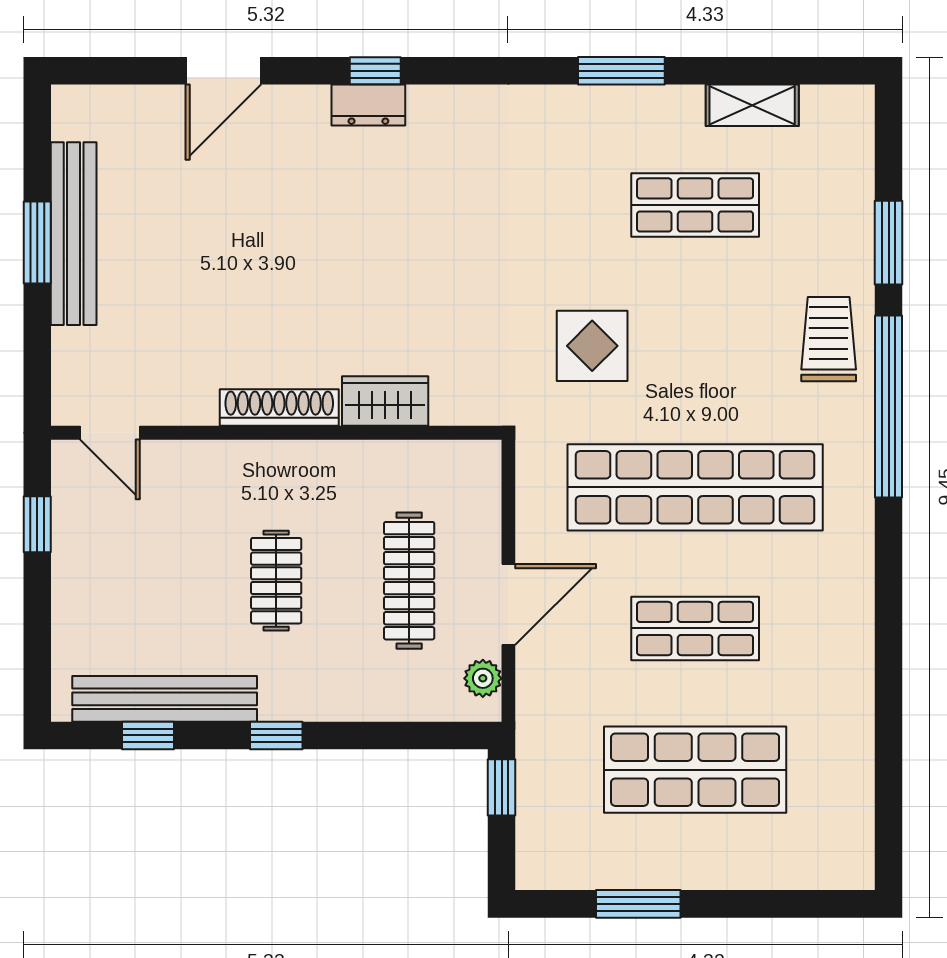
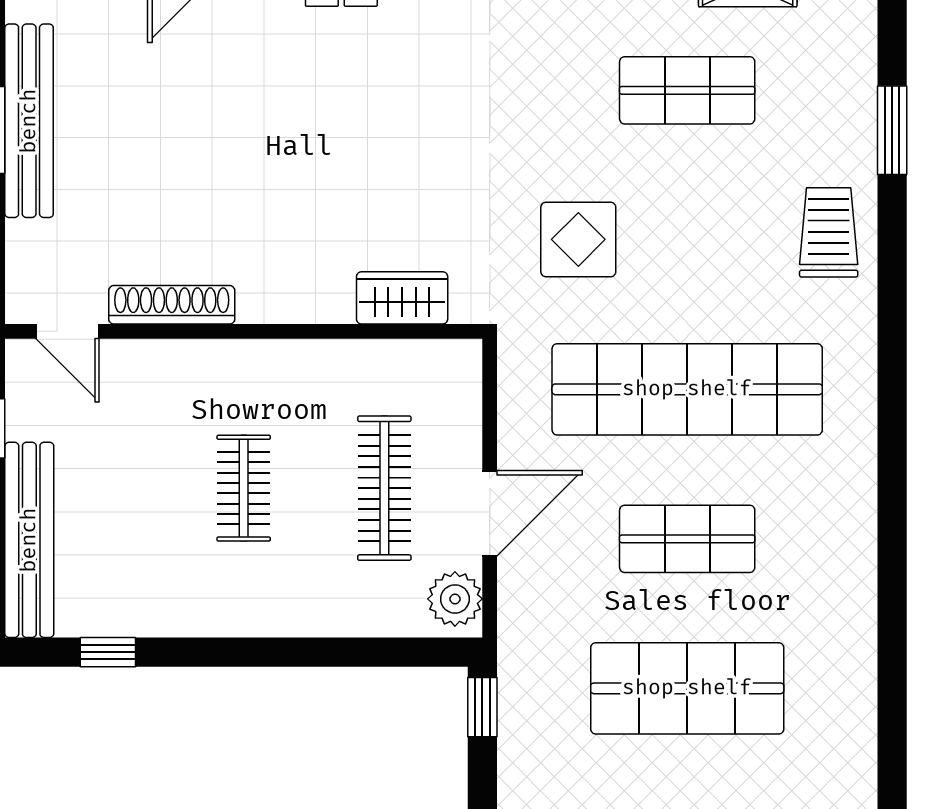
wardrobe: (385, 401) -> (402, 298), moved
window: (889, 406) -> (892, 304), removed
shoe rack: (279, 408) -> (172, 305), moved
plant: (483, 678) -> (455, 599), width x1.38, depth x1.38
bench: (165, 699) -> (29, 540), moved, turned 90
window: (276, 735) -> (244, 652), removed

